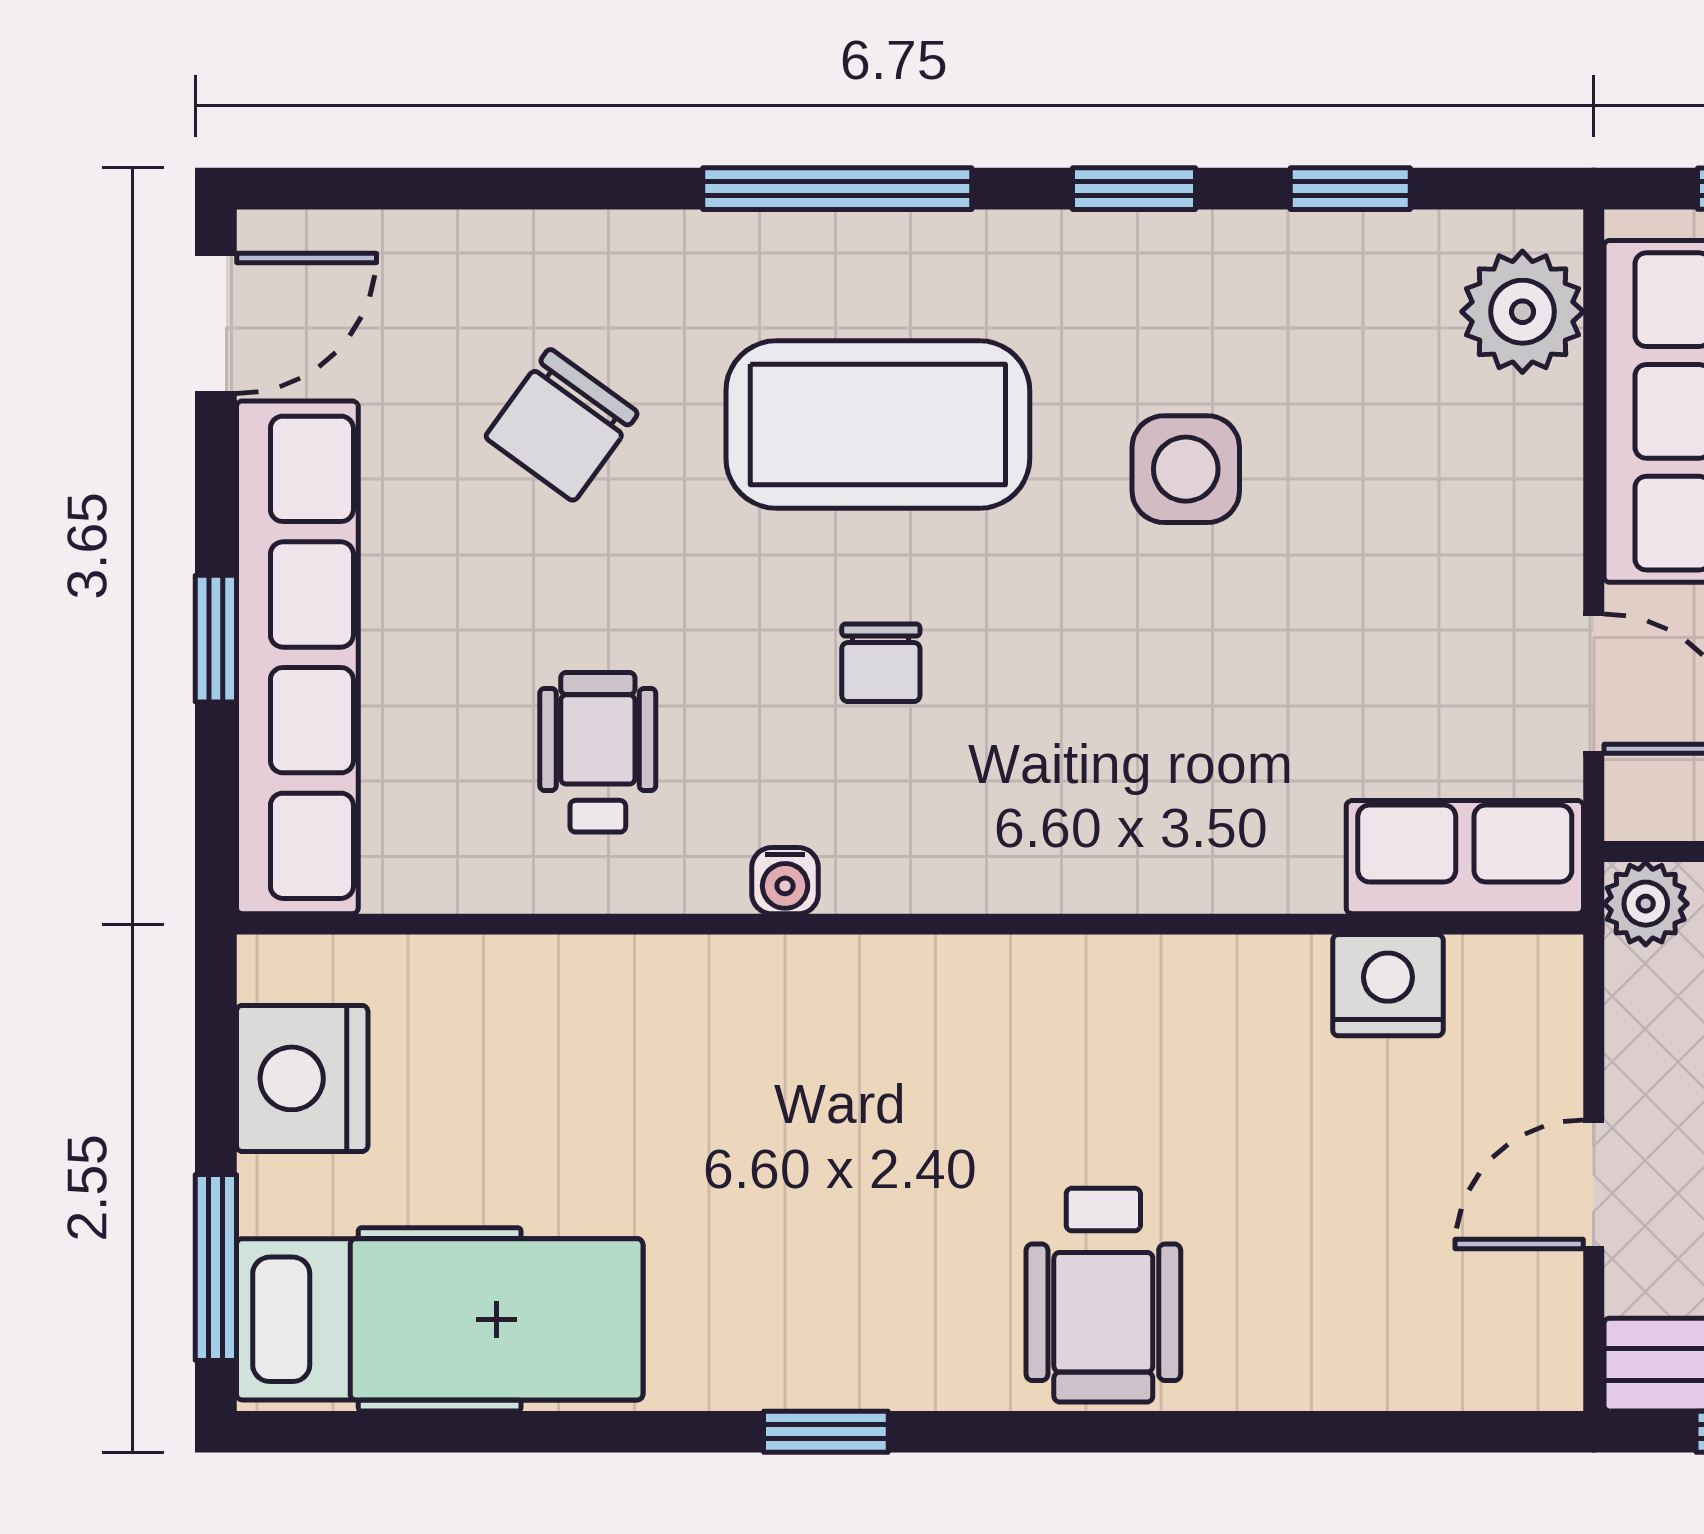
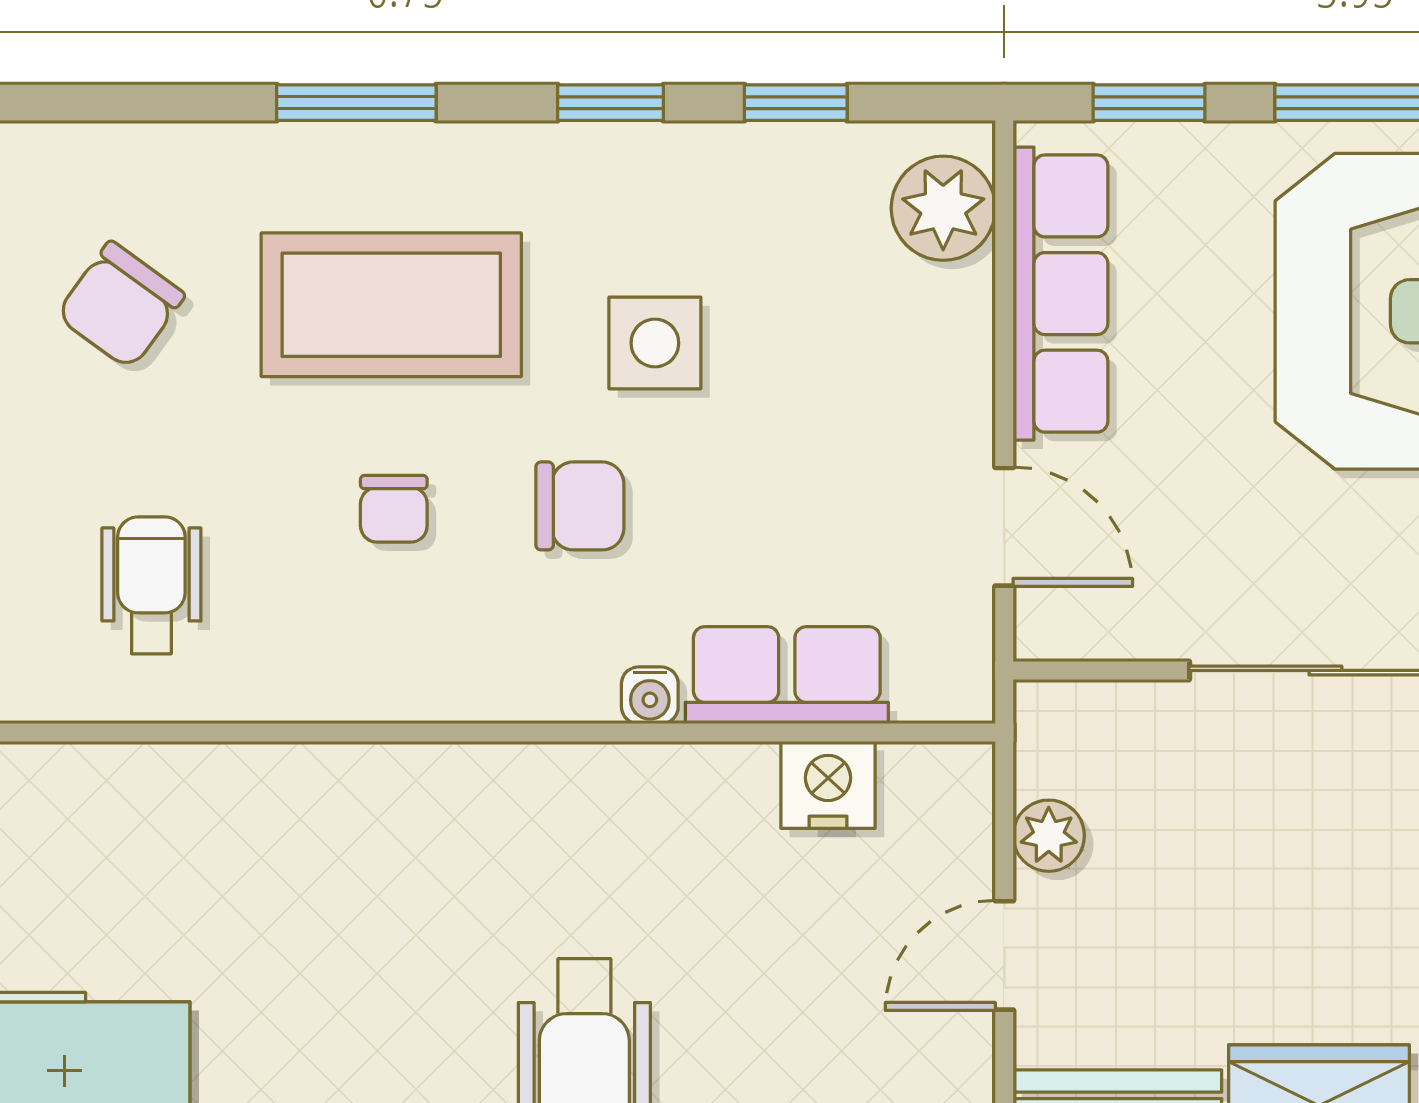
window: (837, 189) -> (356, 103), width x0.69
chair: (1098, 659) -> (580, 506), added
row of seats: (1465, 857) -> (787, 675), moved
water cooler: (785, 881) -> (650, 695), moved
plant: (1646, 904) -> (1049, 836), moved

